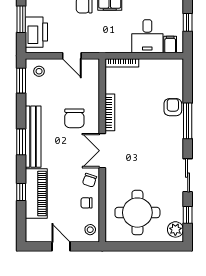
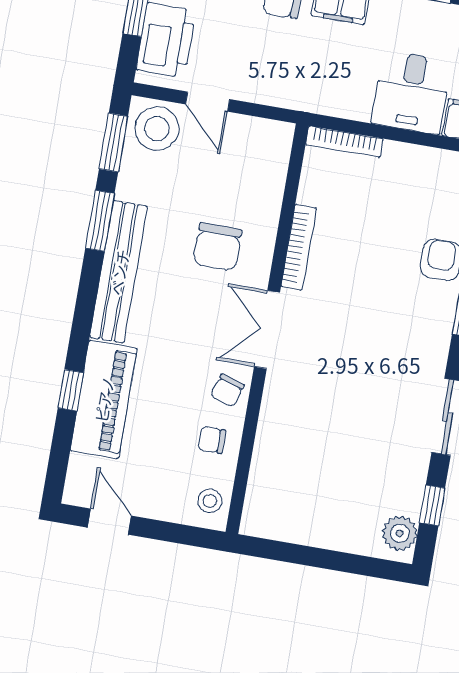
door: (72, 56) -> (208, 102), moved
stool: (39, 71) -> (157, 129), width x1.89, depth x1.89
window: (21, 142) -> (100, 221), moved
round table: (137, 213) -> (322, 481), removed
door: (61, 246) -> (109, 522), moved

